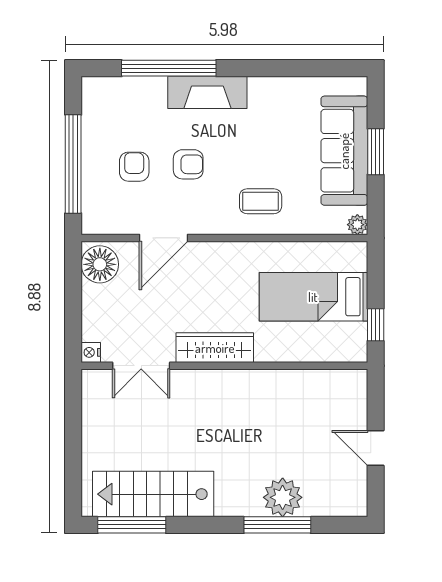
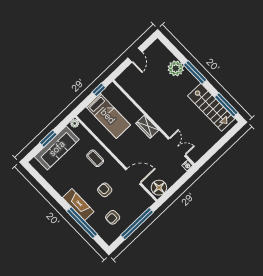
armchair: (134, 167) -> (113, 217), moved
wardrobe: (215, 348) -> (147, 127), width x0.67
window: (277, 525) -> (195, 72), moved

